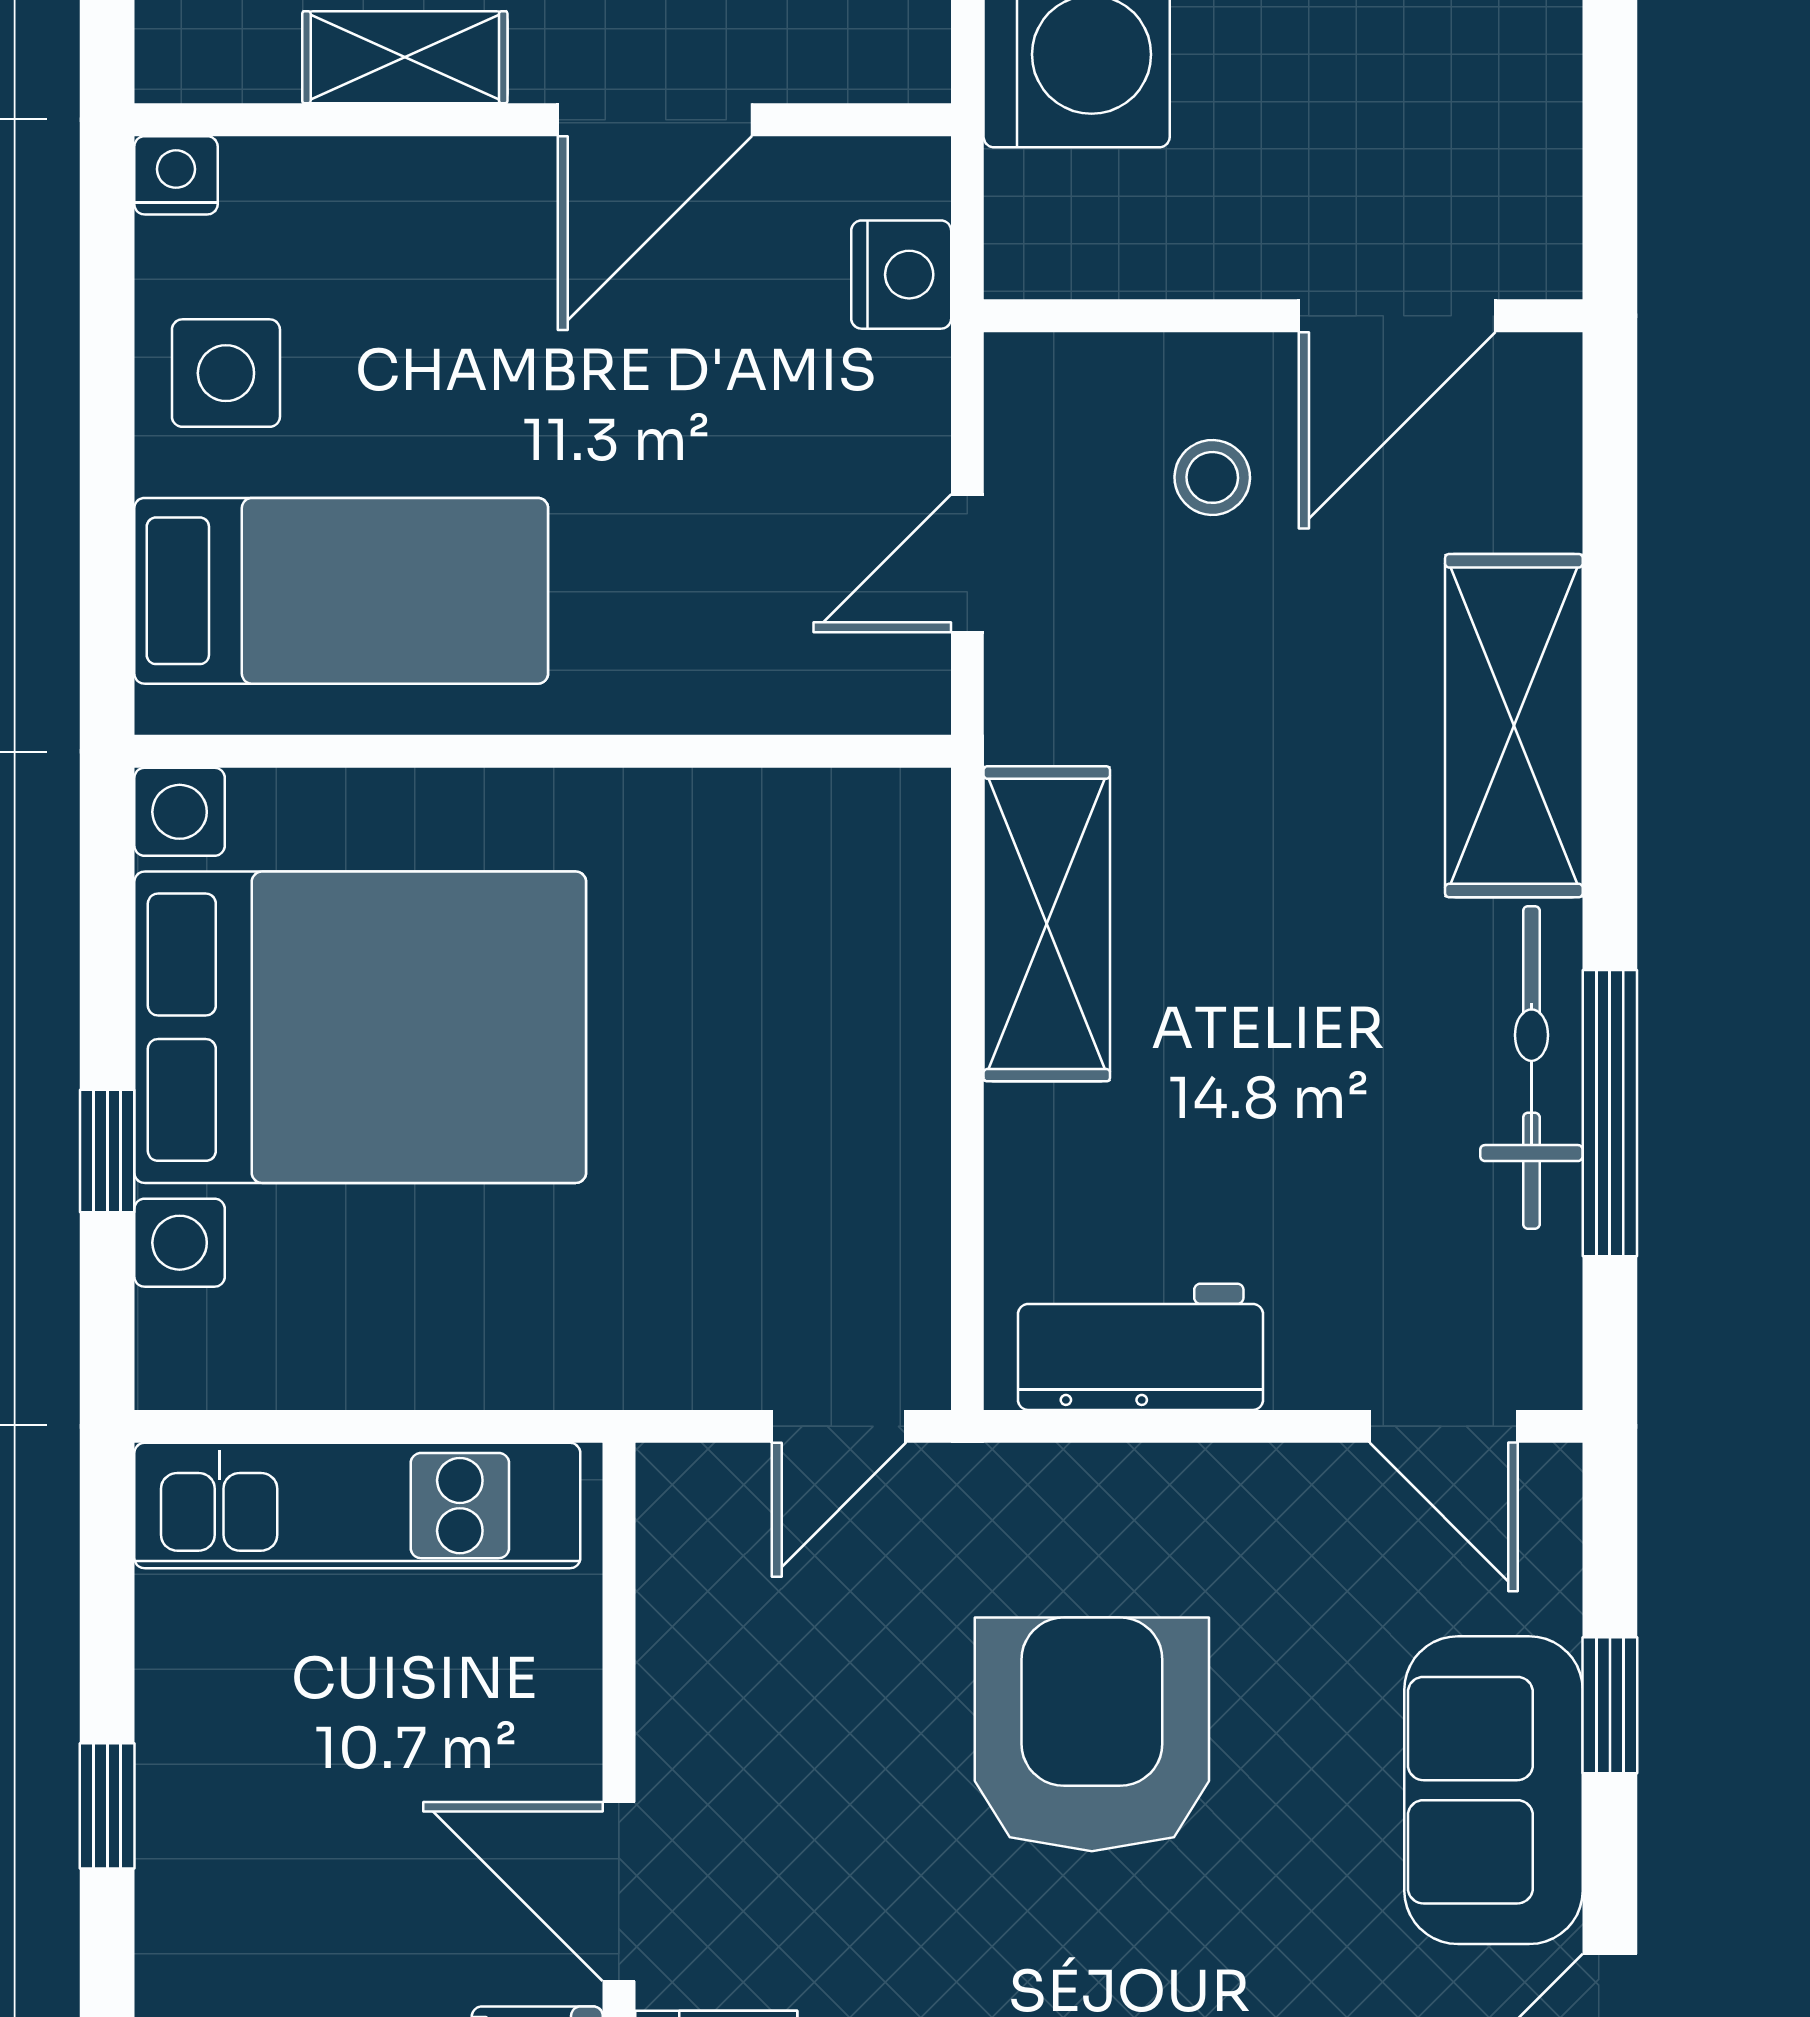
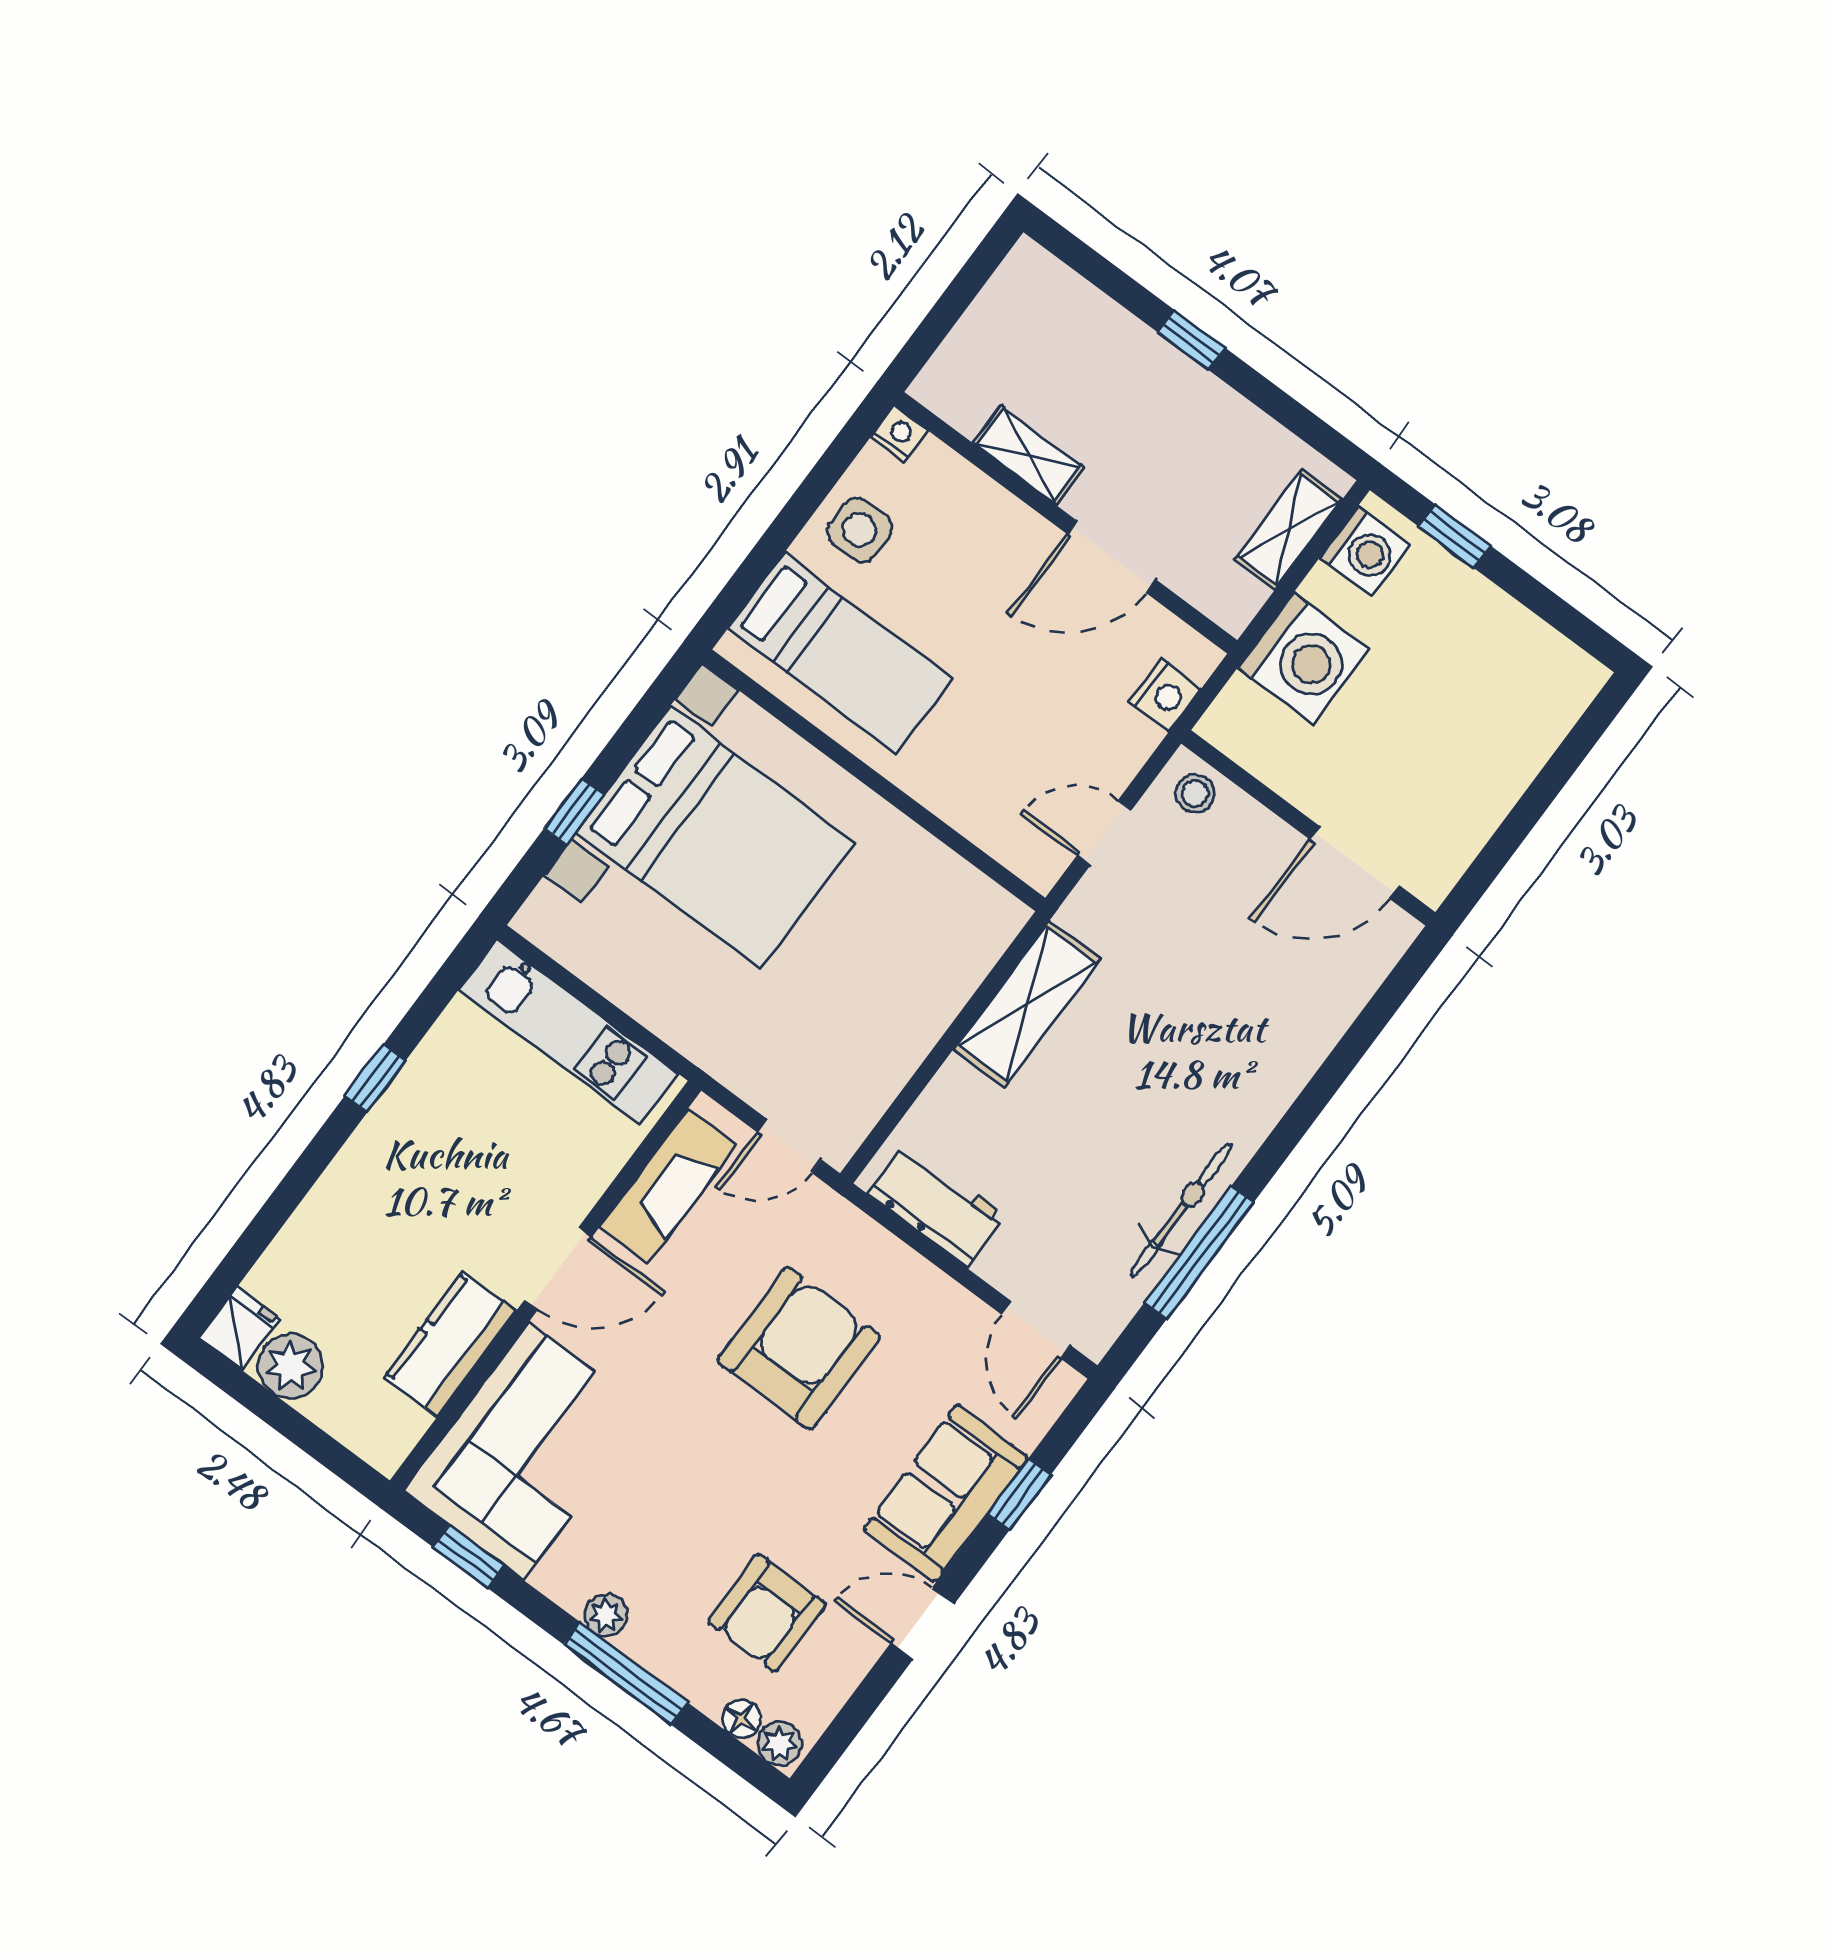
stool: (1212, 477) -> (1195, 793), moved
shelving: (1514, 726) -> (1278, 1065), removed
fireplace: (695, 1632) -> (668, 1186), added
door: (619, 1892) -> (558, 1269), swing flipped

